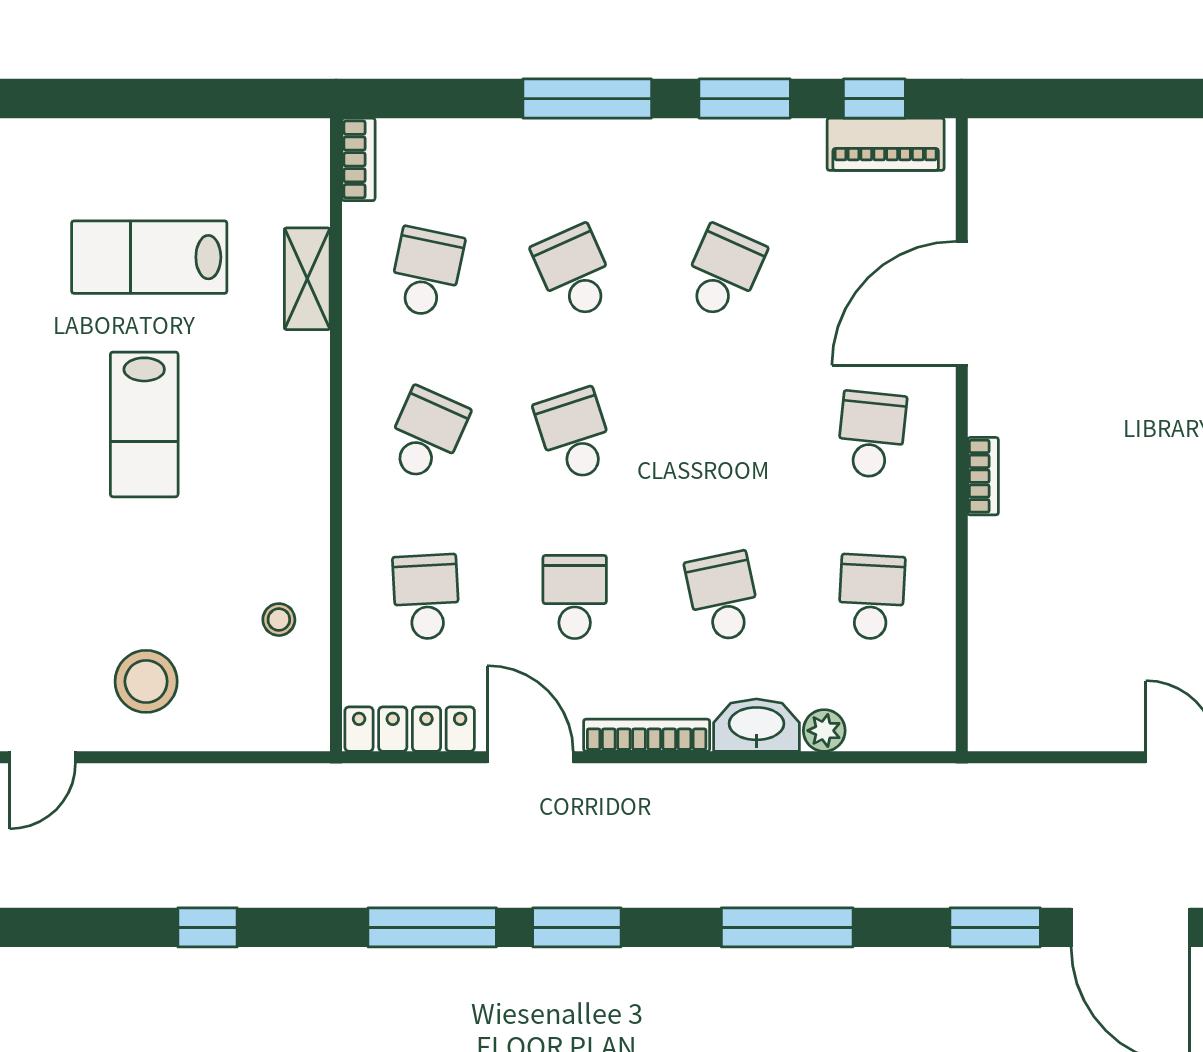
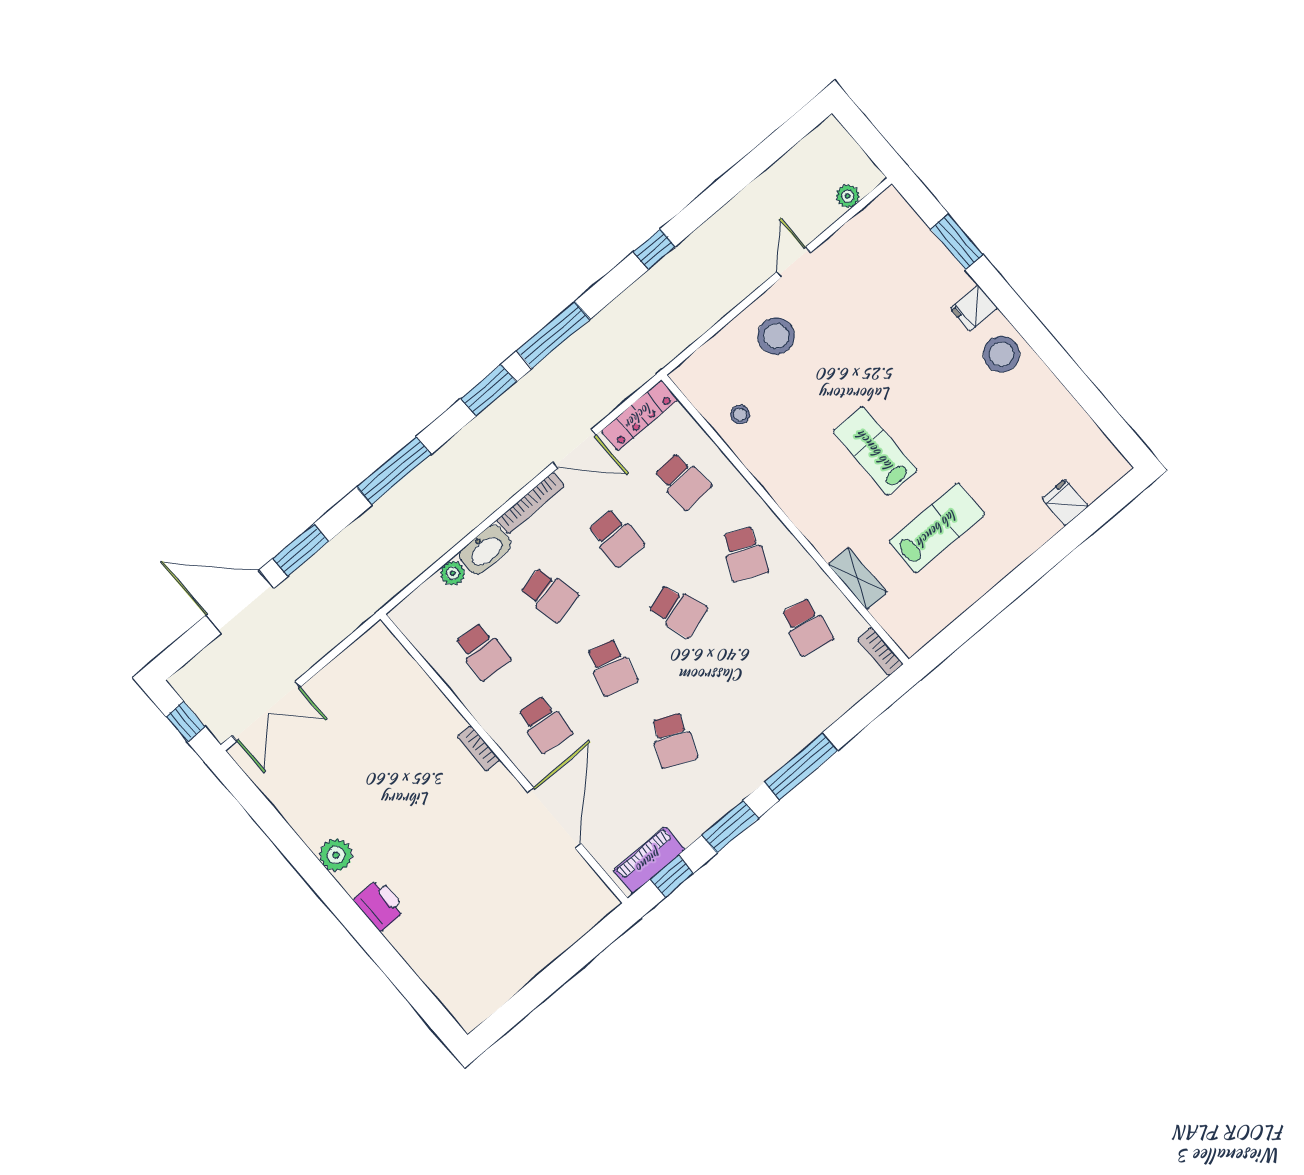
school desk: (575, 272) -> (611, 667), moved, turned 39

